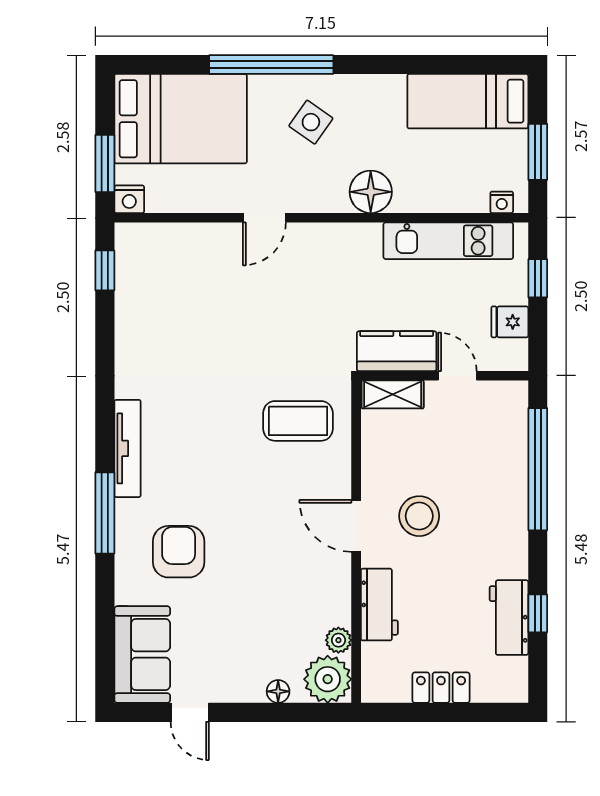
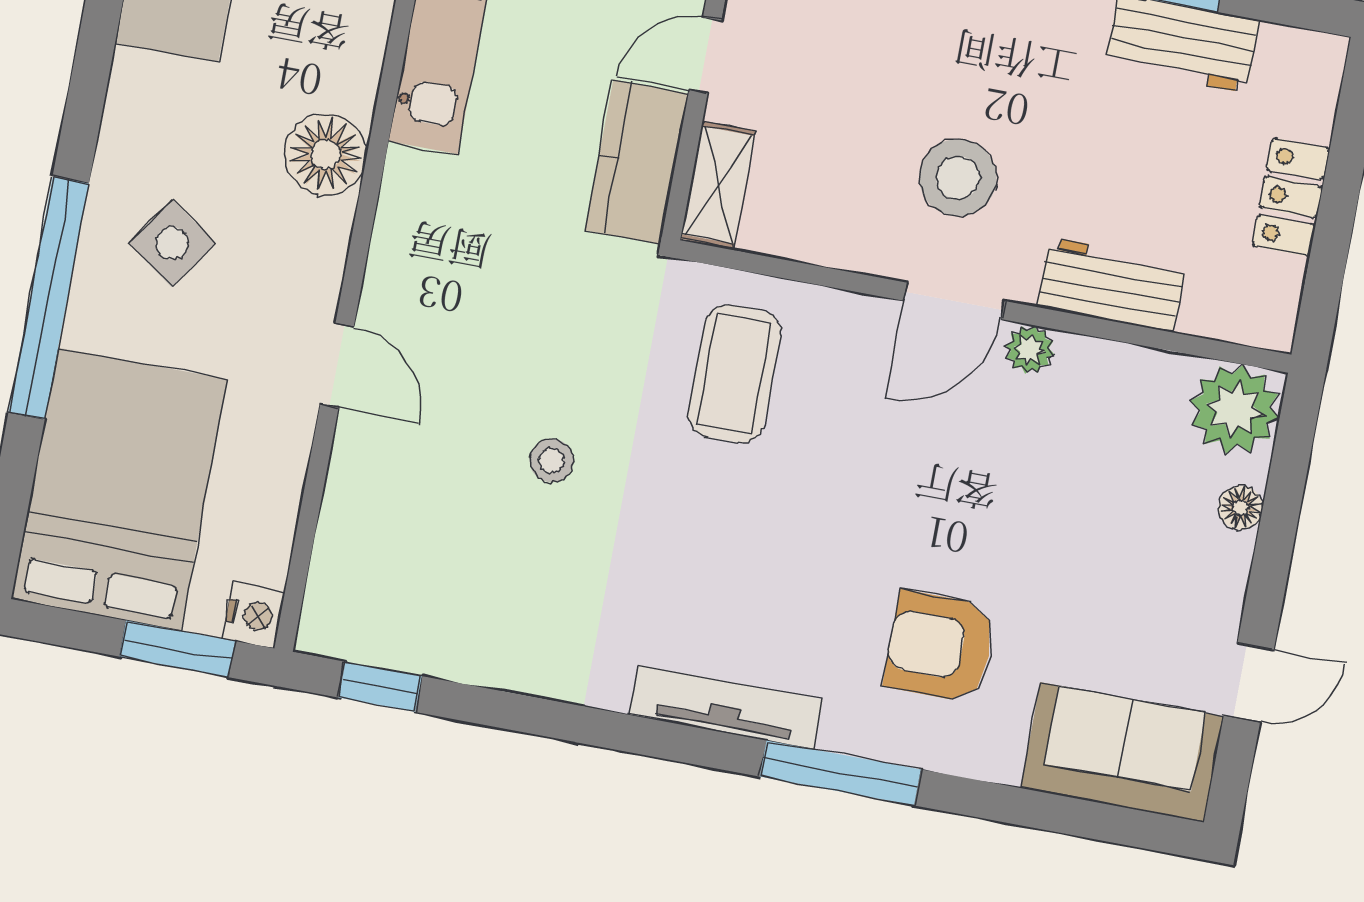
stool: (236, 336) -> (551, 460), added
plant: (338, 640) -> (1030, 350), moved

